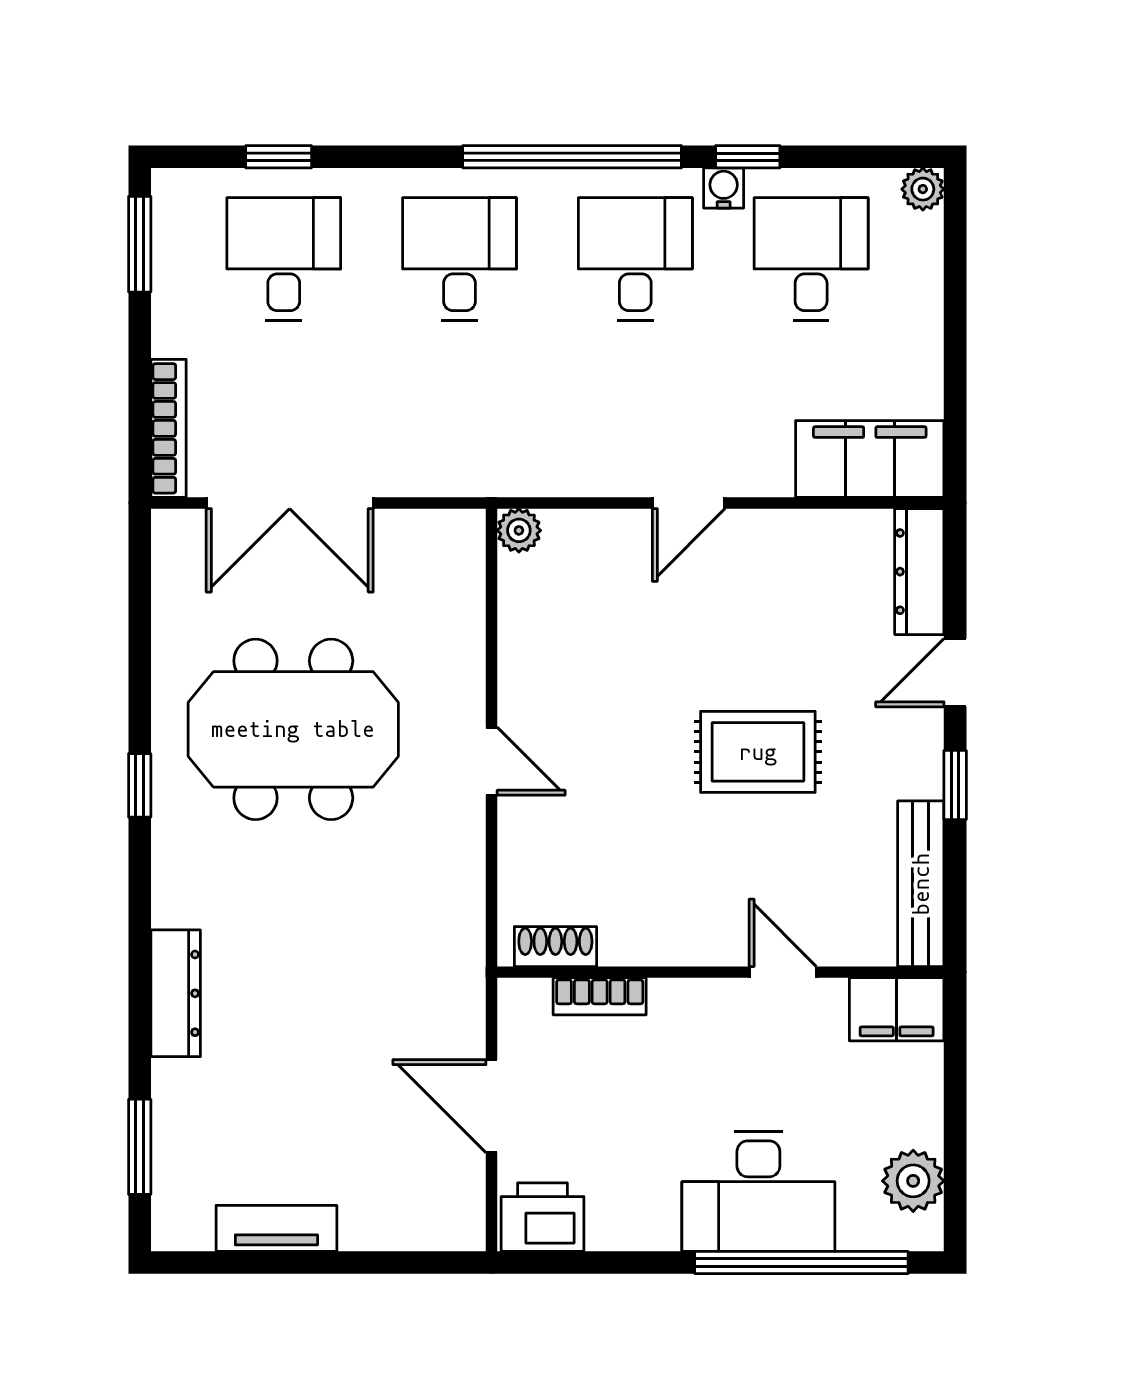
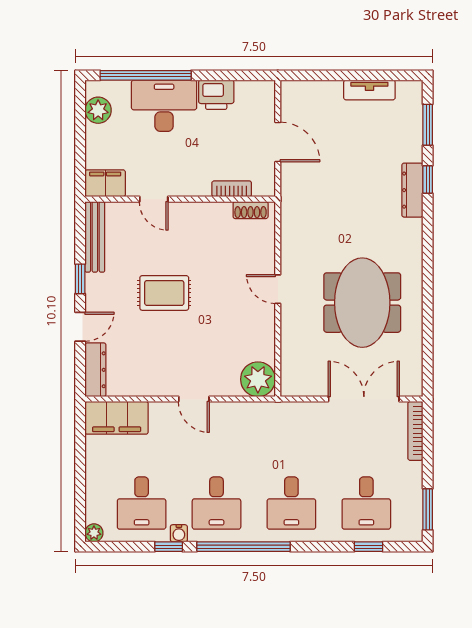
door: (689, 503) -> (194, 399), swing flipped
plant: (519, 530) -> (258, 379), width x1.88, depth x1.88
meeting table: (293, 729) -> (362, 303), turned 90
window: (140, 785) -> (428, 179), moved
printer: (542, 1217) -> (216, 95), moved

